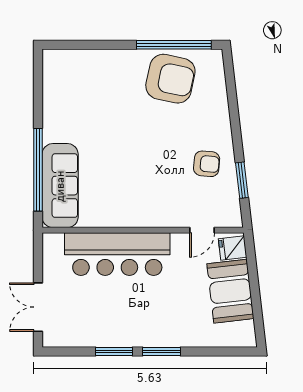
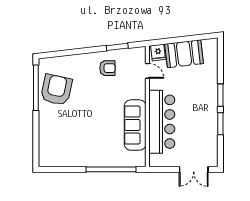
armchair: (207, 164) -> (107, 68), turned 85
sofa: (60, 186) -> (135, 125), moved, turned -90

